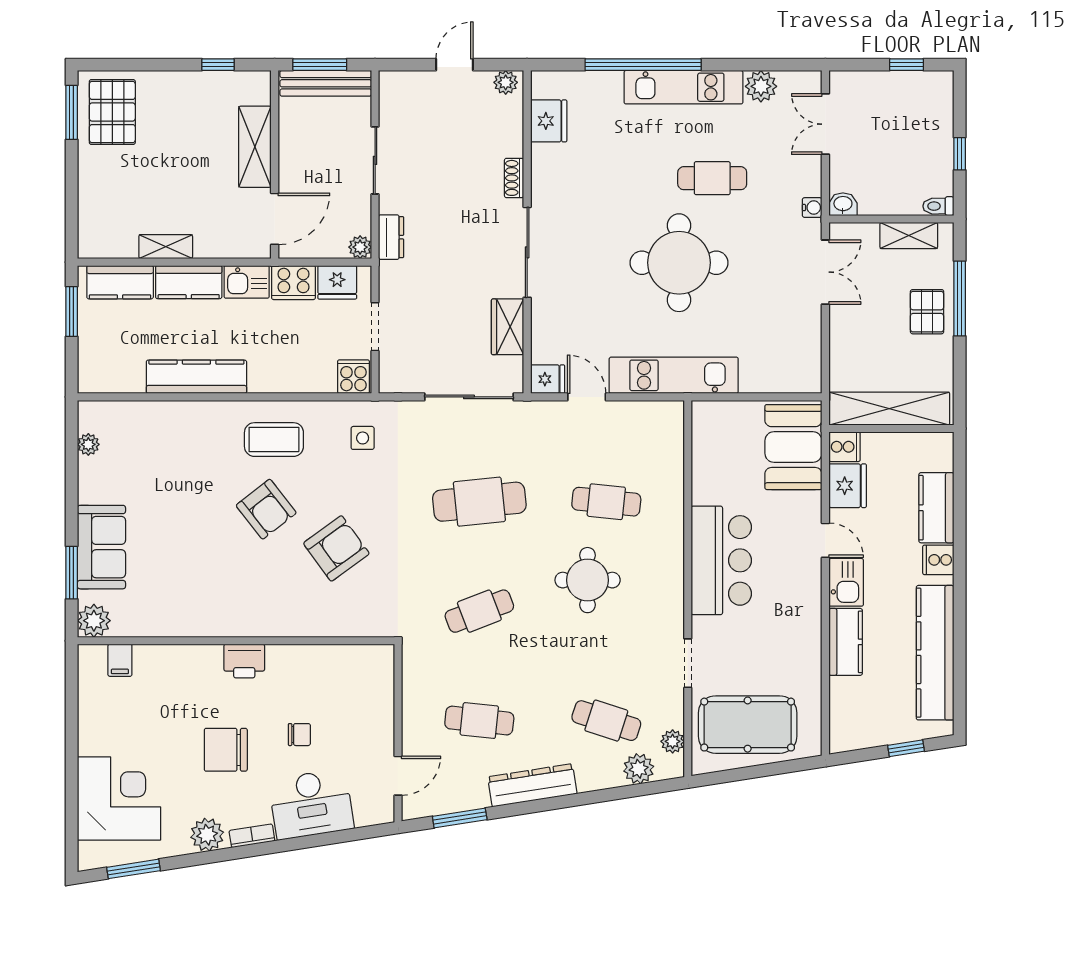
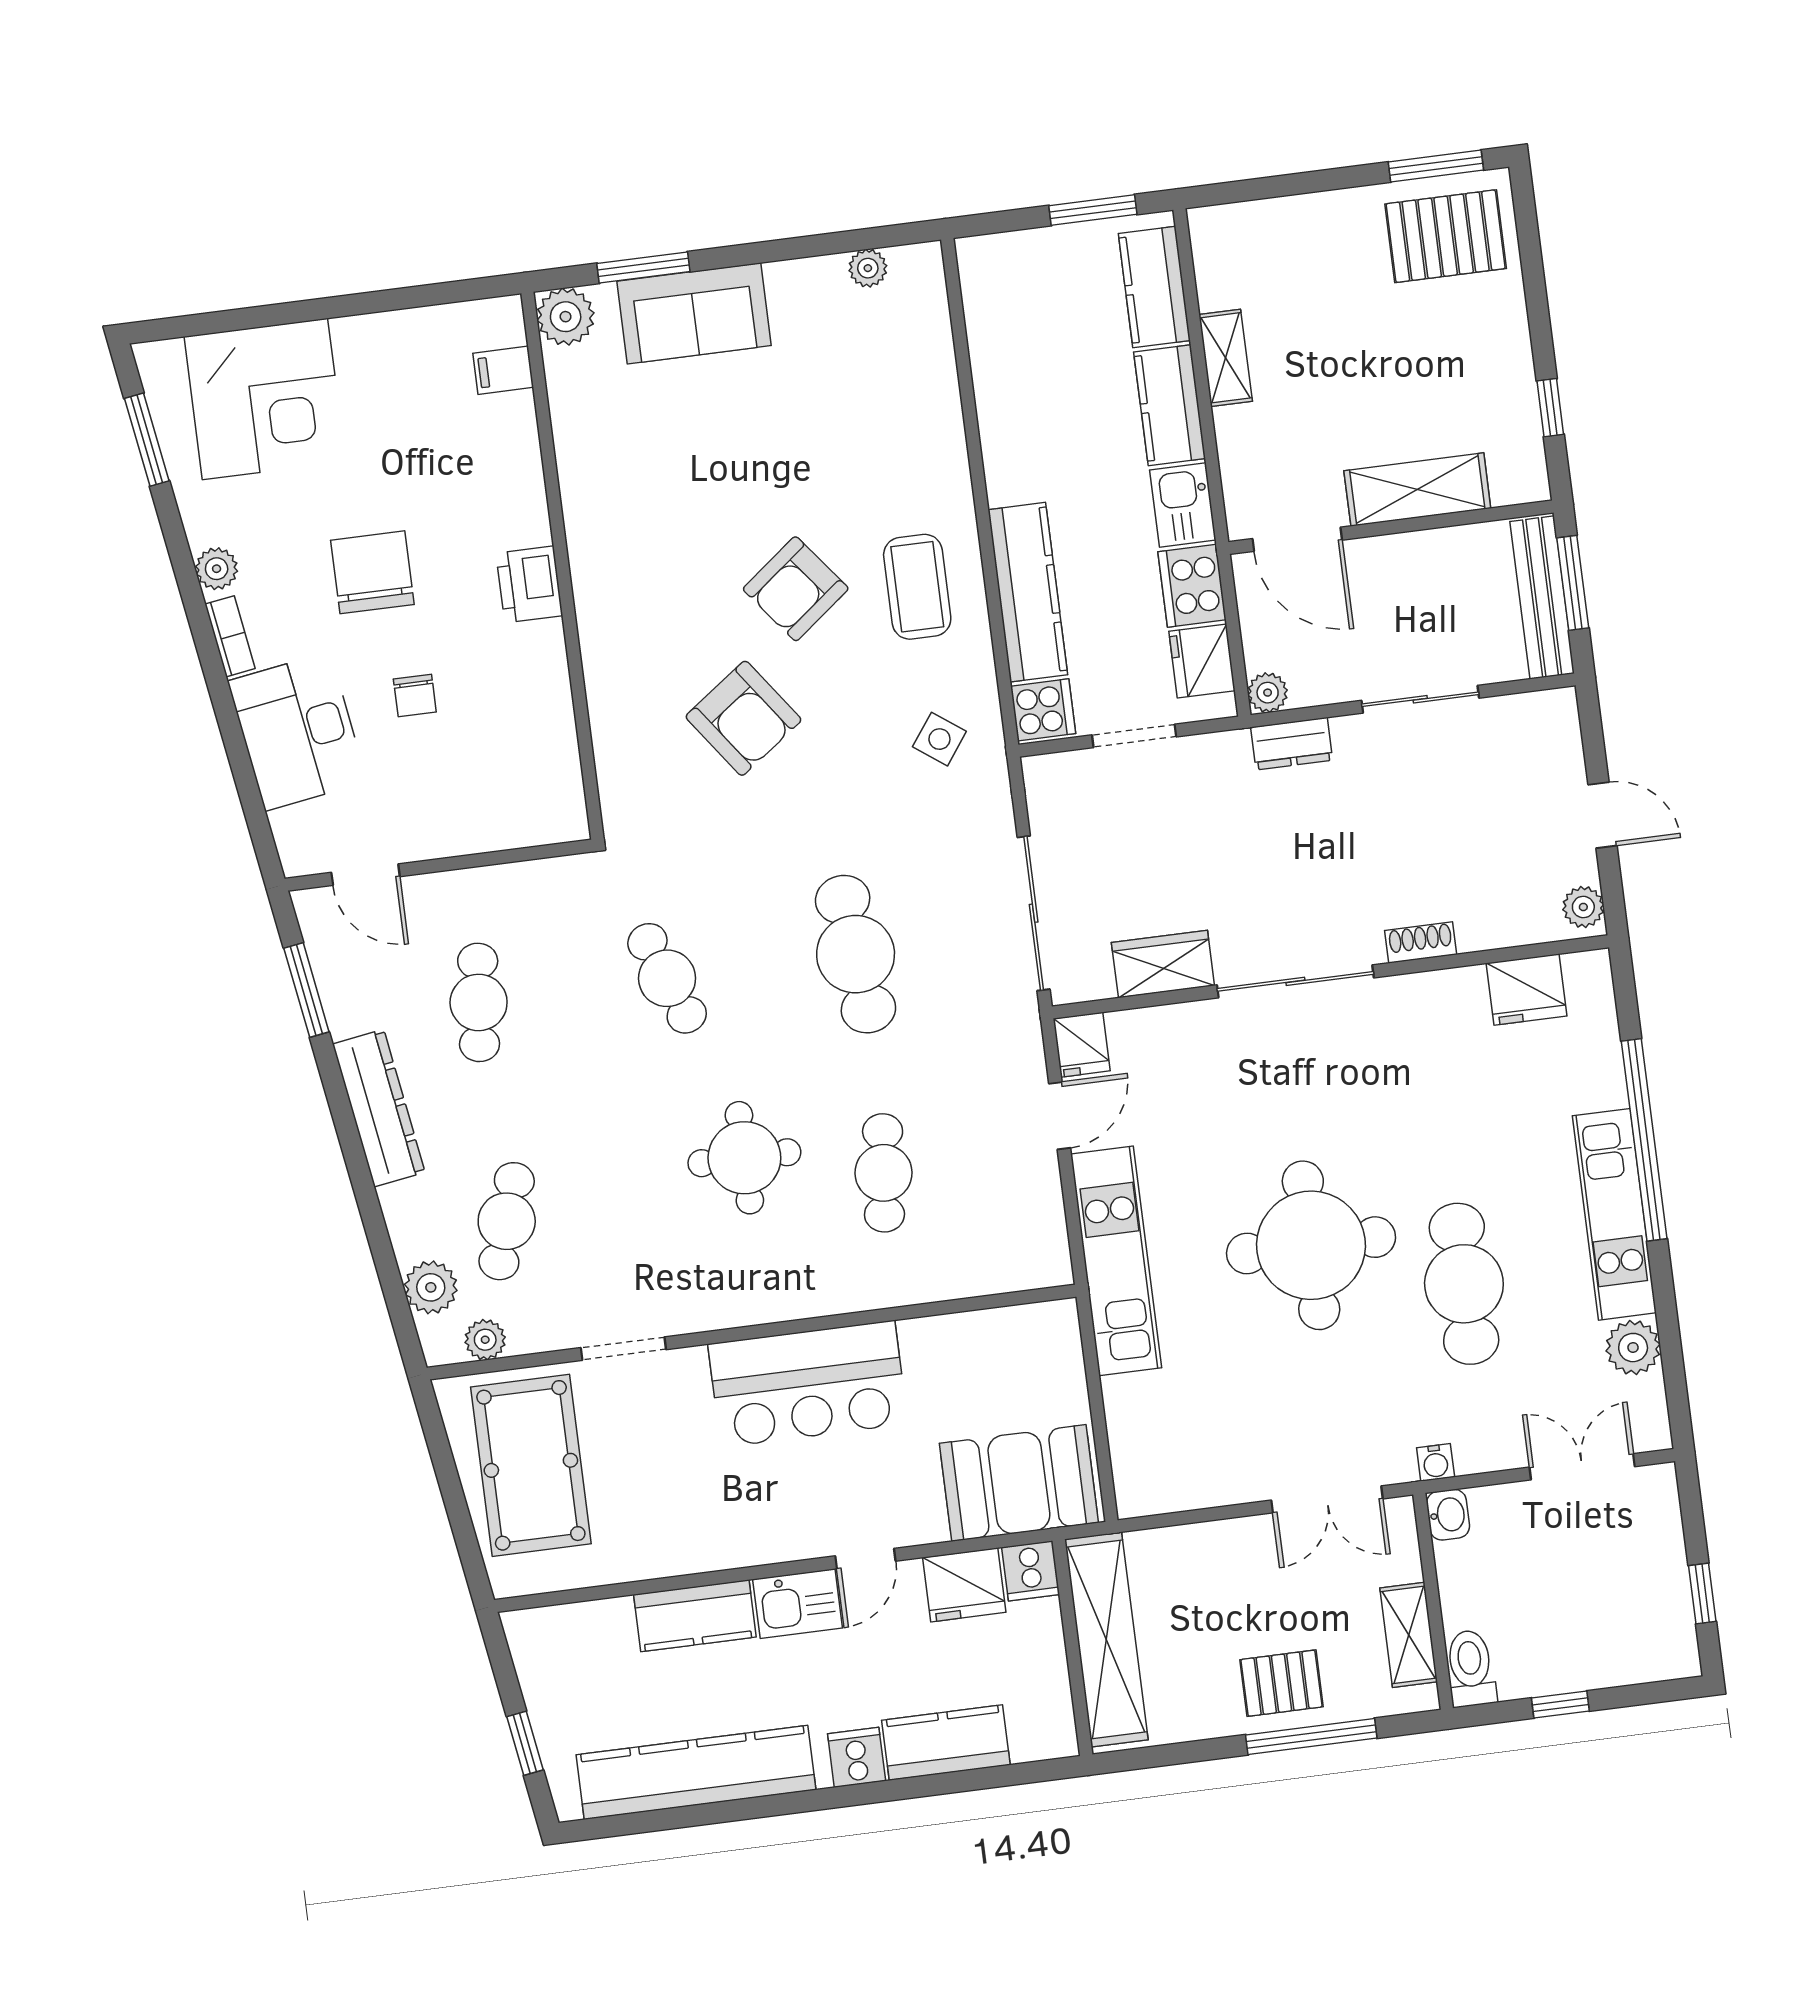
cafe table: (712, 178) -> (1464, 1284), width x1.37, depth x1.35
toilet: (938, 206) -> (1471, 1668), width x1.37, depth x1.39
kitchen counter: (196, 377) -> (1028, 592), moved
side table: (363, 438) -> (939, 739), turned 36
plant: (207, 835) -> (217, 569), width x0.73, depth x0.73

